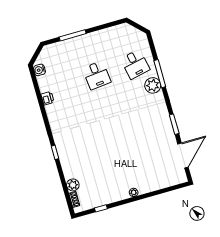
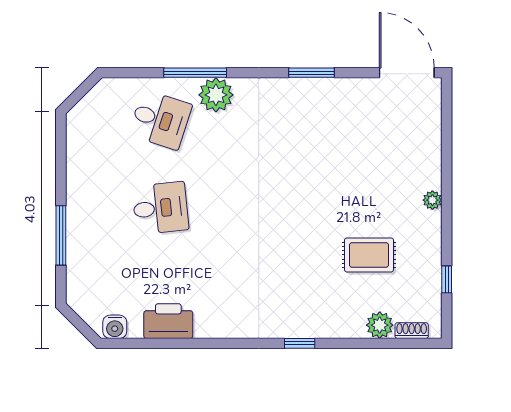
desk: (135, 64) -> (160, 120), turned 30
printer: (47, 98) -> (168, 321), width x1.87, depth x1.48
door: (183, 155) -> (407, 73), moved
rug: (102, 172) -> (369, 255), added

